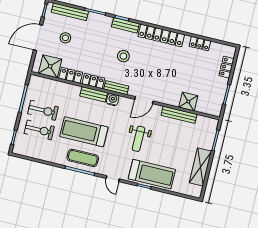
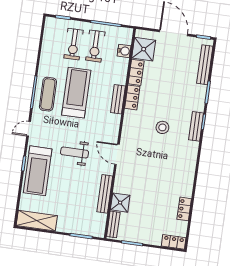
locker: (161, 35) -> (189, 166), removed
stool: (65, 38) -> (176, 63), removed
locker: (226, 67) -> (174, 242), moved
bench: (116, 88) -> (113, 224), moved
water cooler: (113, 100) -> (124, 51), moved
shelving: (200, 167) -> (37, 221), moved

